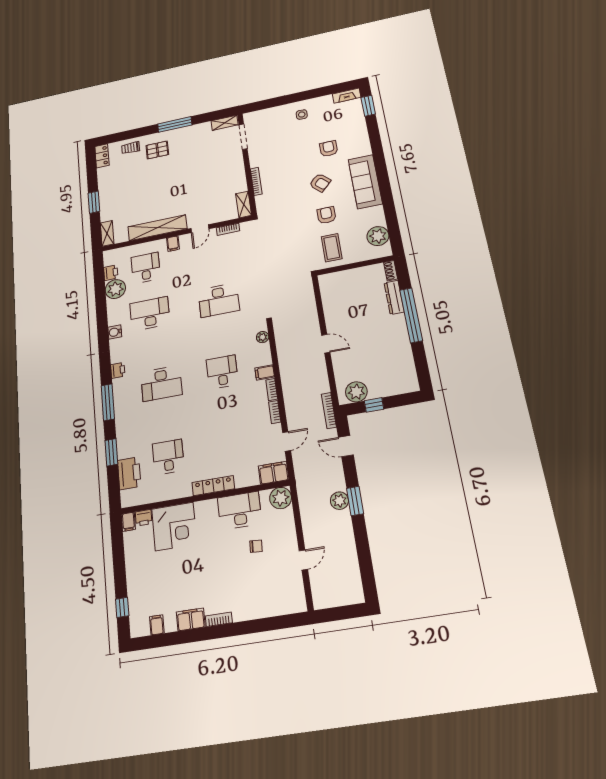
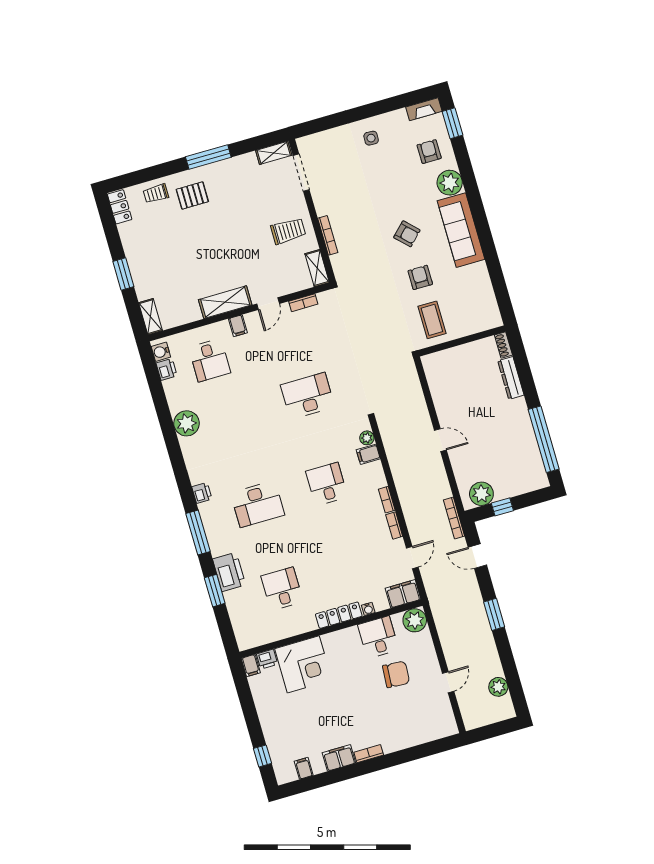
armchair: (329, 149) -> (429, 152), moved
trolley: (226, 177) -> (288, 231), added
shelving: (157, 228) -> (225, 302), width x0.68
plant: (378, 236) -> (450, 183), moved
desk: (146, 268) -> (210, 360), turned 180
plant: (115, 289) -> (187, 423), moved
desk: (219, 300) -> (308, 396), turned 180
desk: (150, 314) -> (227, 419), removed
window: (411, 315) -> (544, 439), moved
water cooler: (115, 332) -> (161, 352), moved
filing cabinet: (265, 372) -> (368, 454), moved
printer: (129, 473) -> (229, 572), moved
water cooler: (240, 483) -> (368, 609), added
plant: (339, 501) -> (498, 687), moved
desk: (240, 511) -> (378, 637), width x0.73
chair: (256, 546) -> (396, 674), width x1.87, depth x1.87

